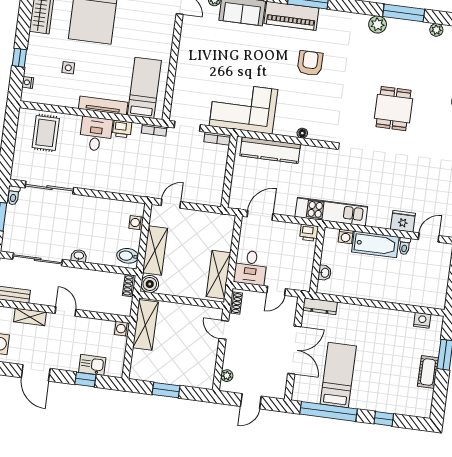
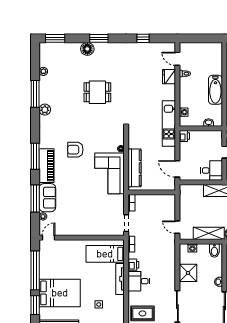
corner sofa: (243, 108) -> (110, 173), moved
shower: (99, 211) -> (188, 273), added
bathtub: (375, 244) -> (215, 90), moved, turned 180

